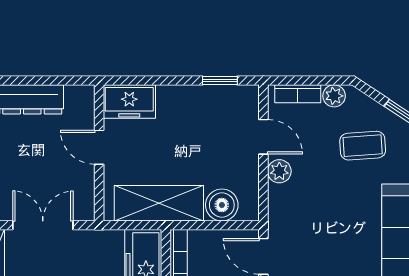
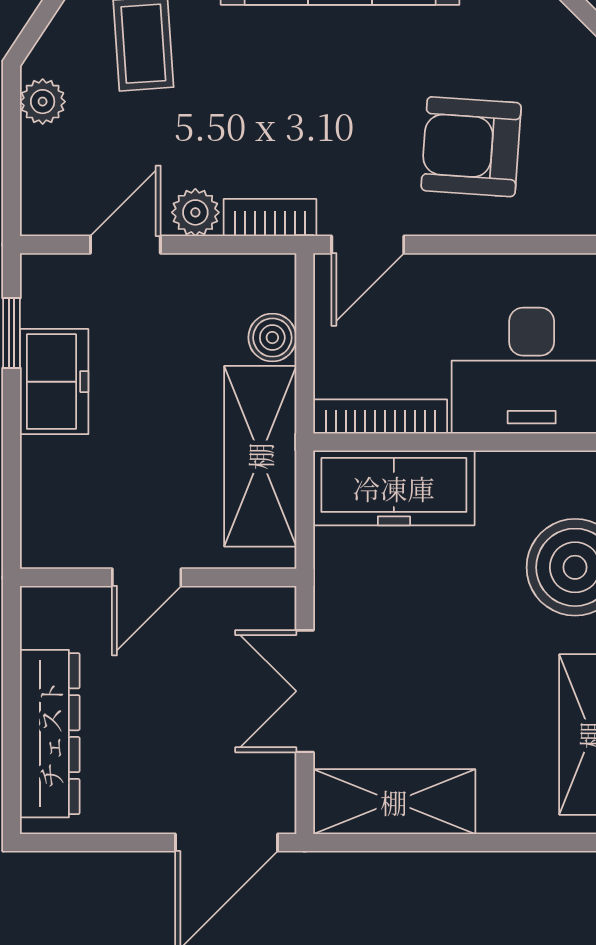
bookcase: (298, 94) -> (270, 218), moved, turned -90
freezer: (129, 102) -> (54, 382), moved
boiler: (222, 205) -> (272, 338), width x0.73, depth x0.73

